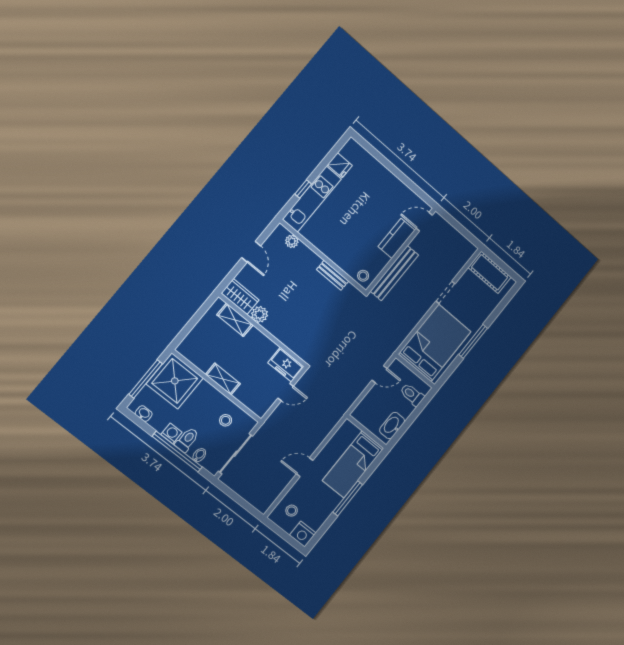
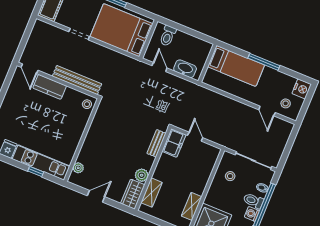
bench: (333, 275) -> (156, 143), moved
shelving: (223, 379) -> (192, 206), moved
washbasin: (392, 426) -> (185, 69), moved, turned 180
door: (305, 467) -> (267, 111), moved

